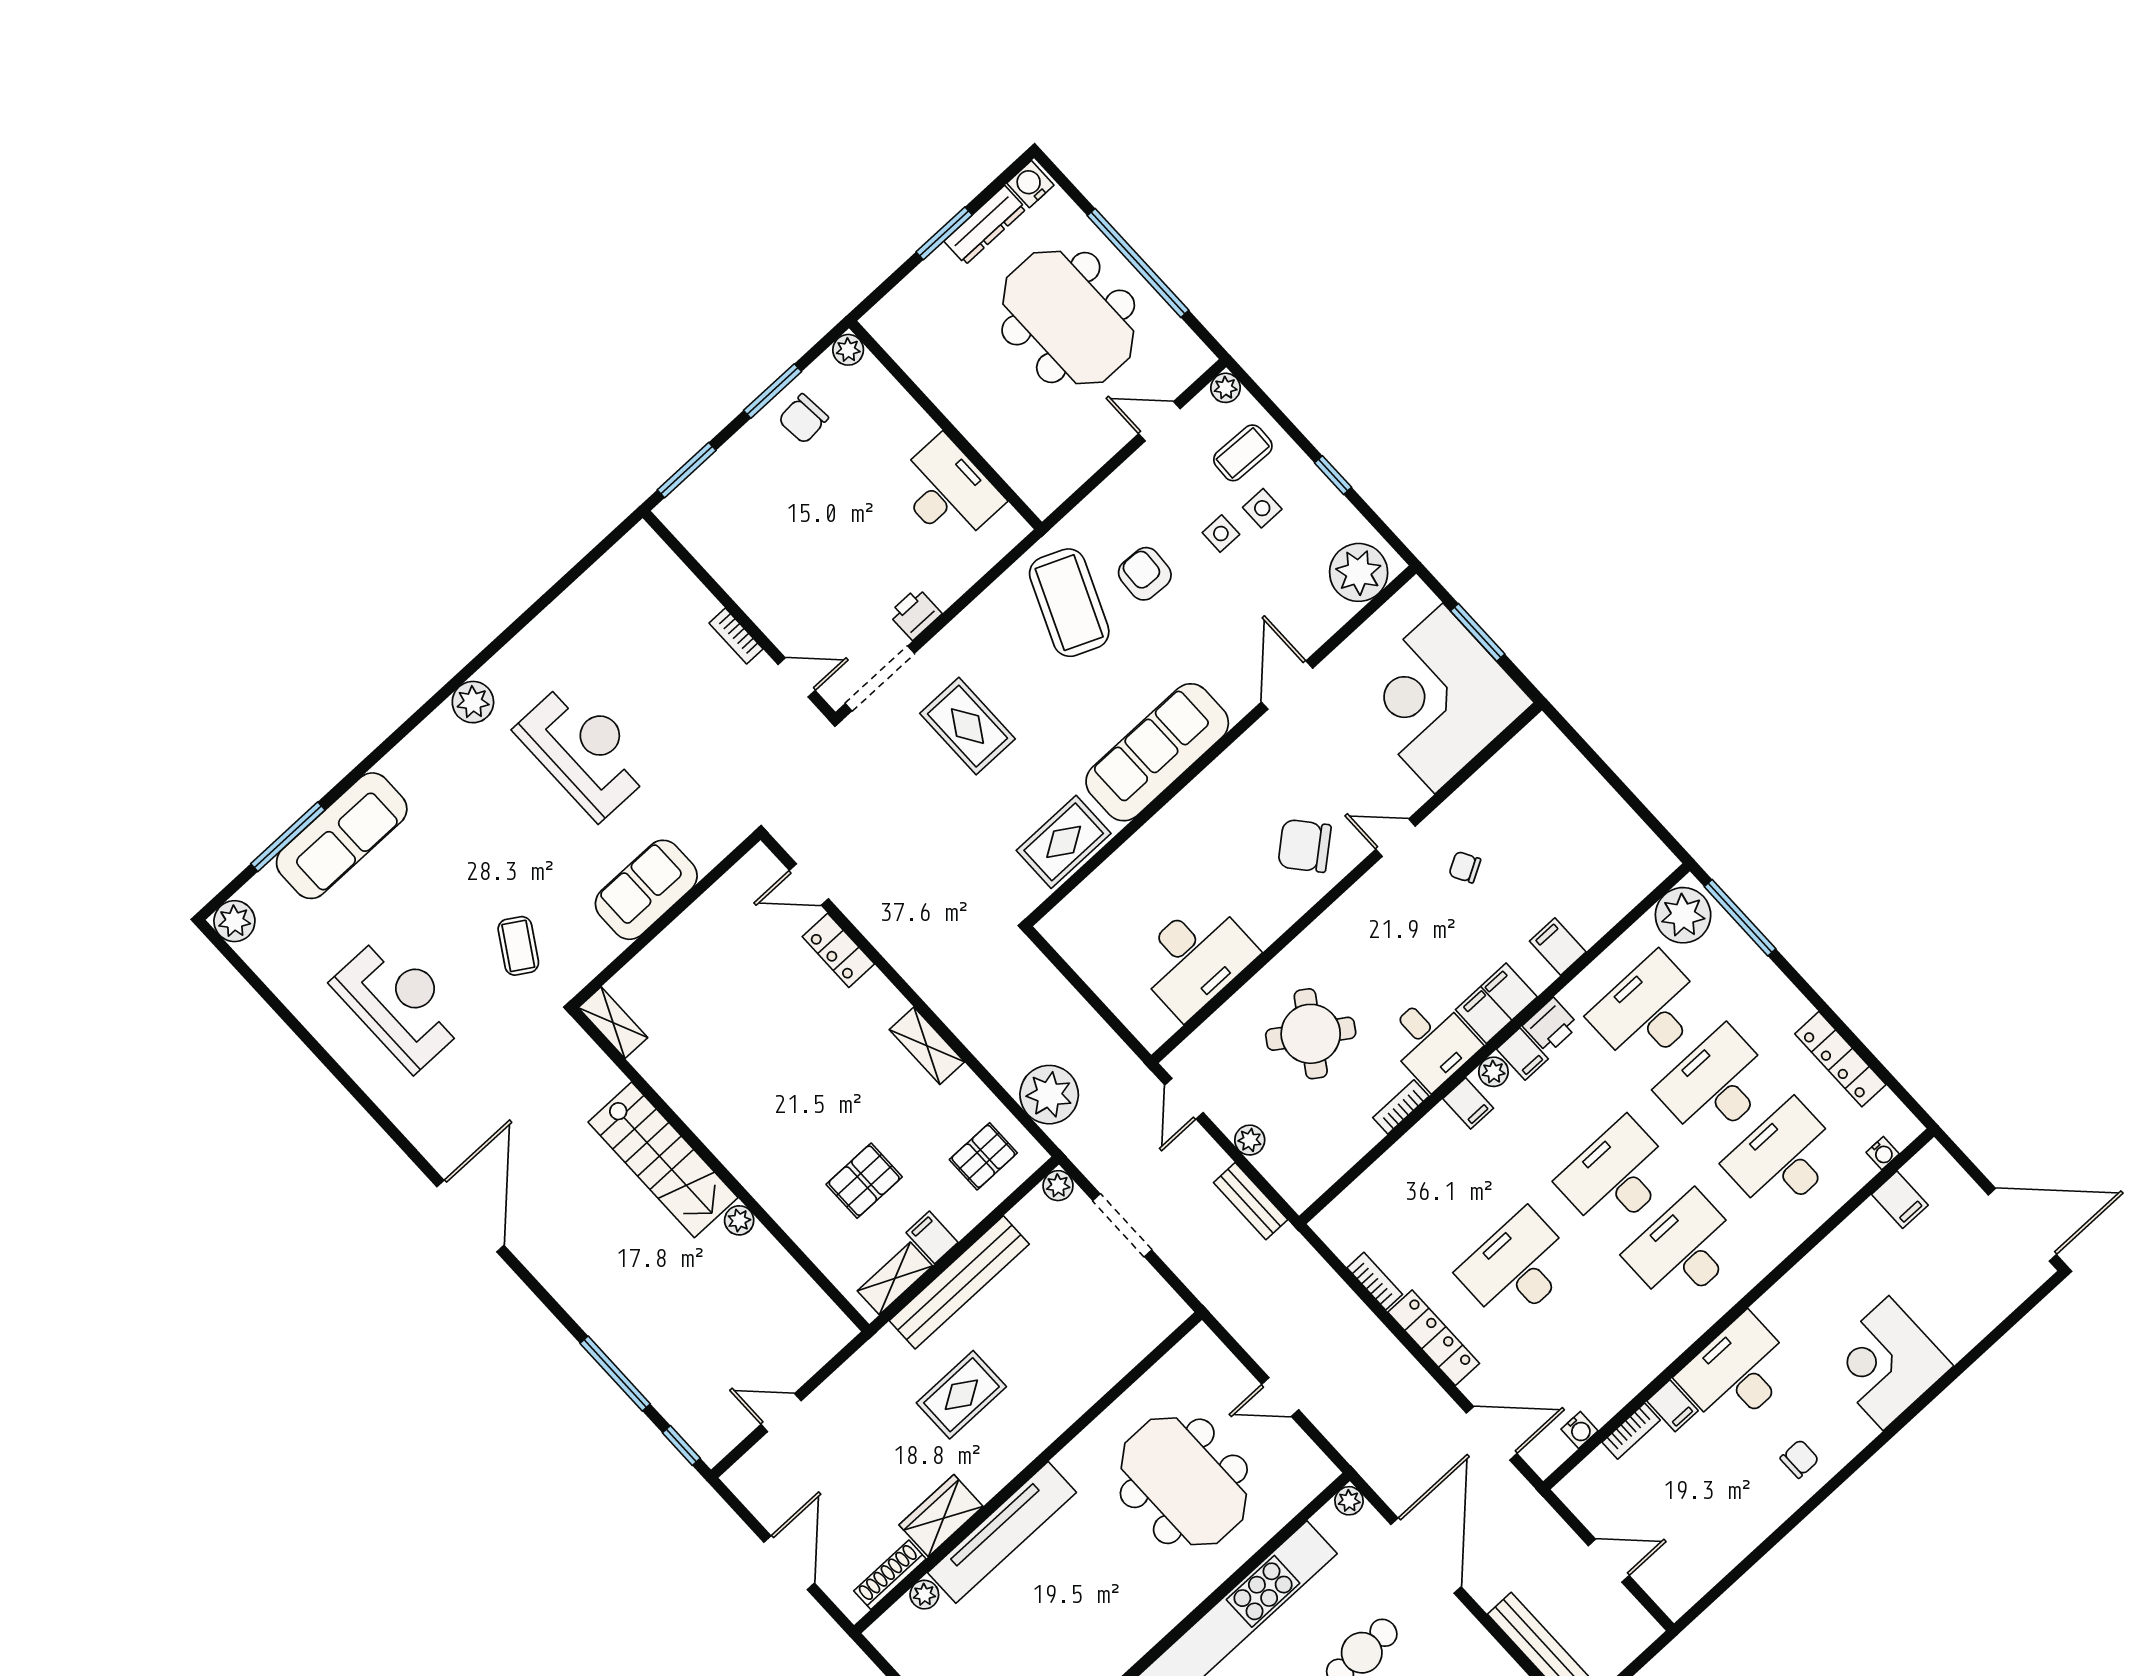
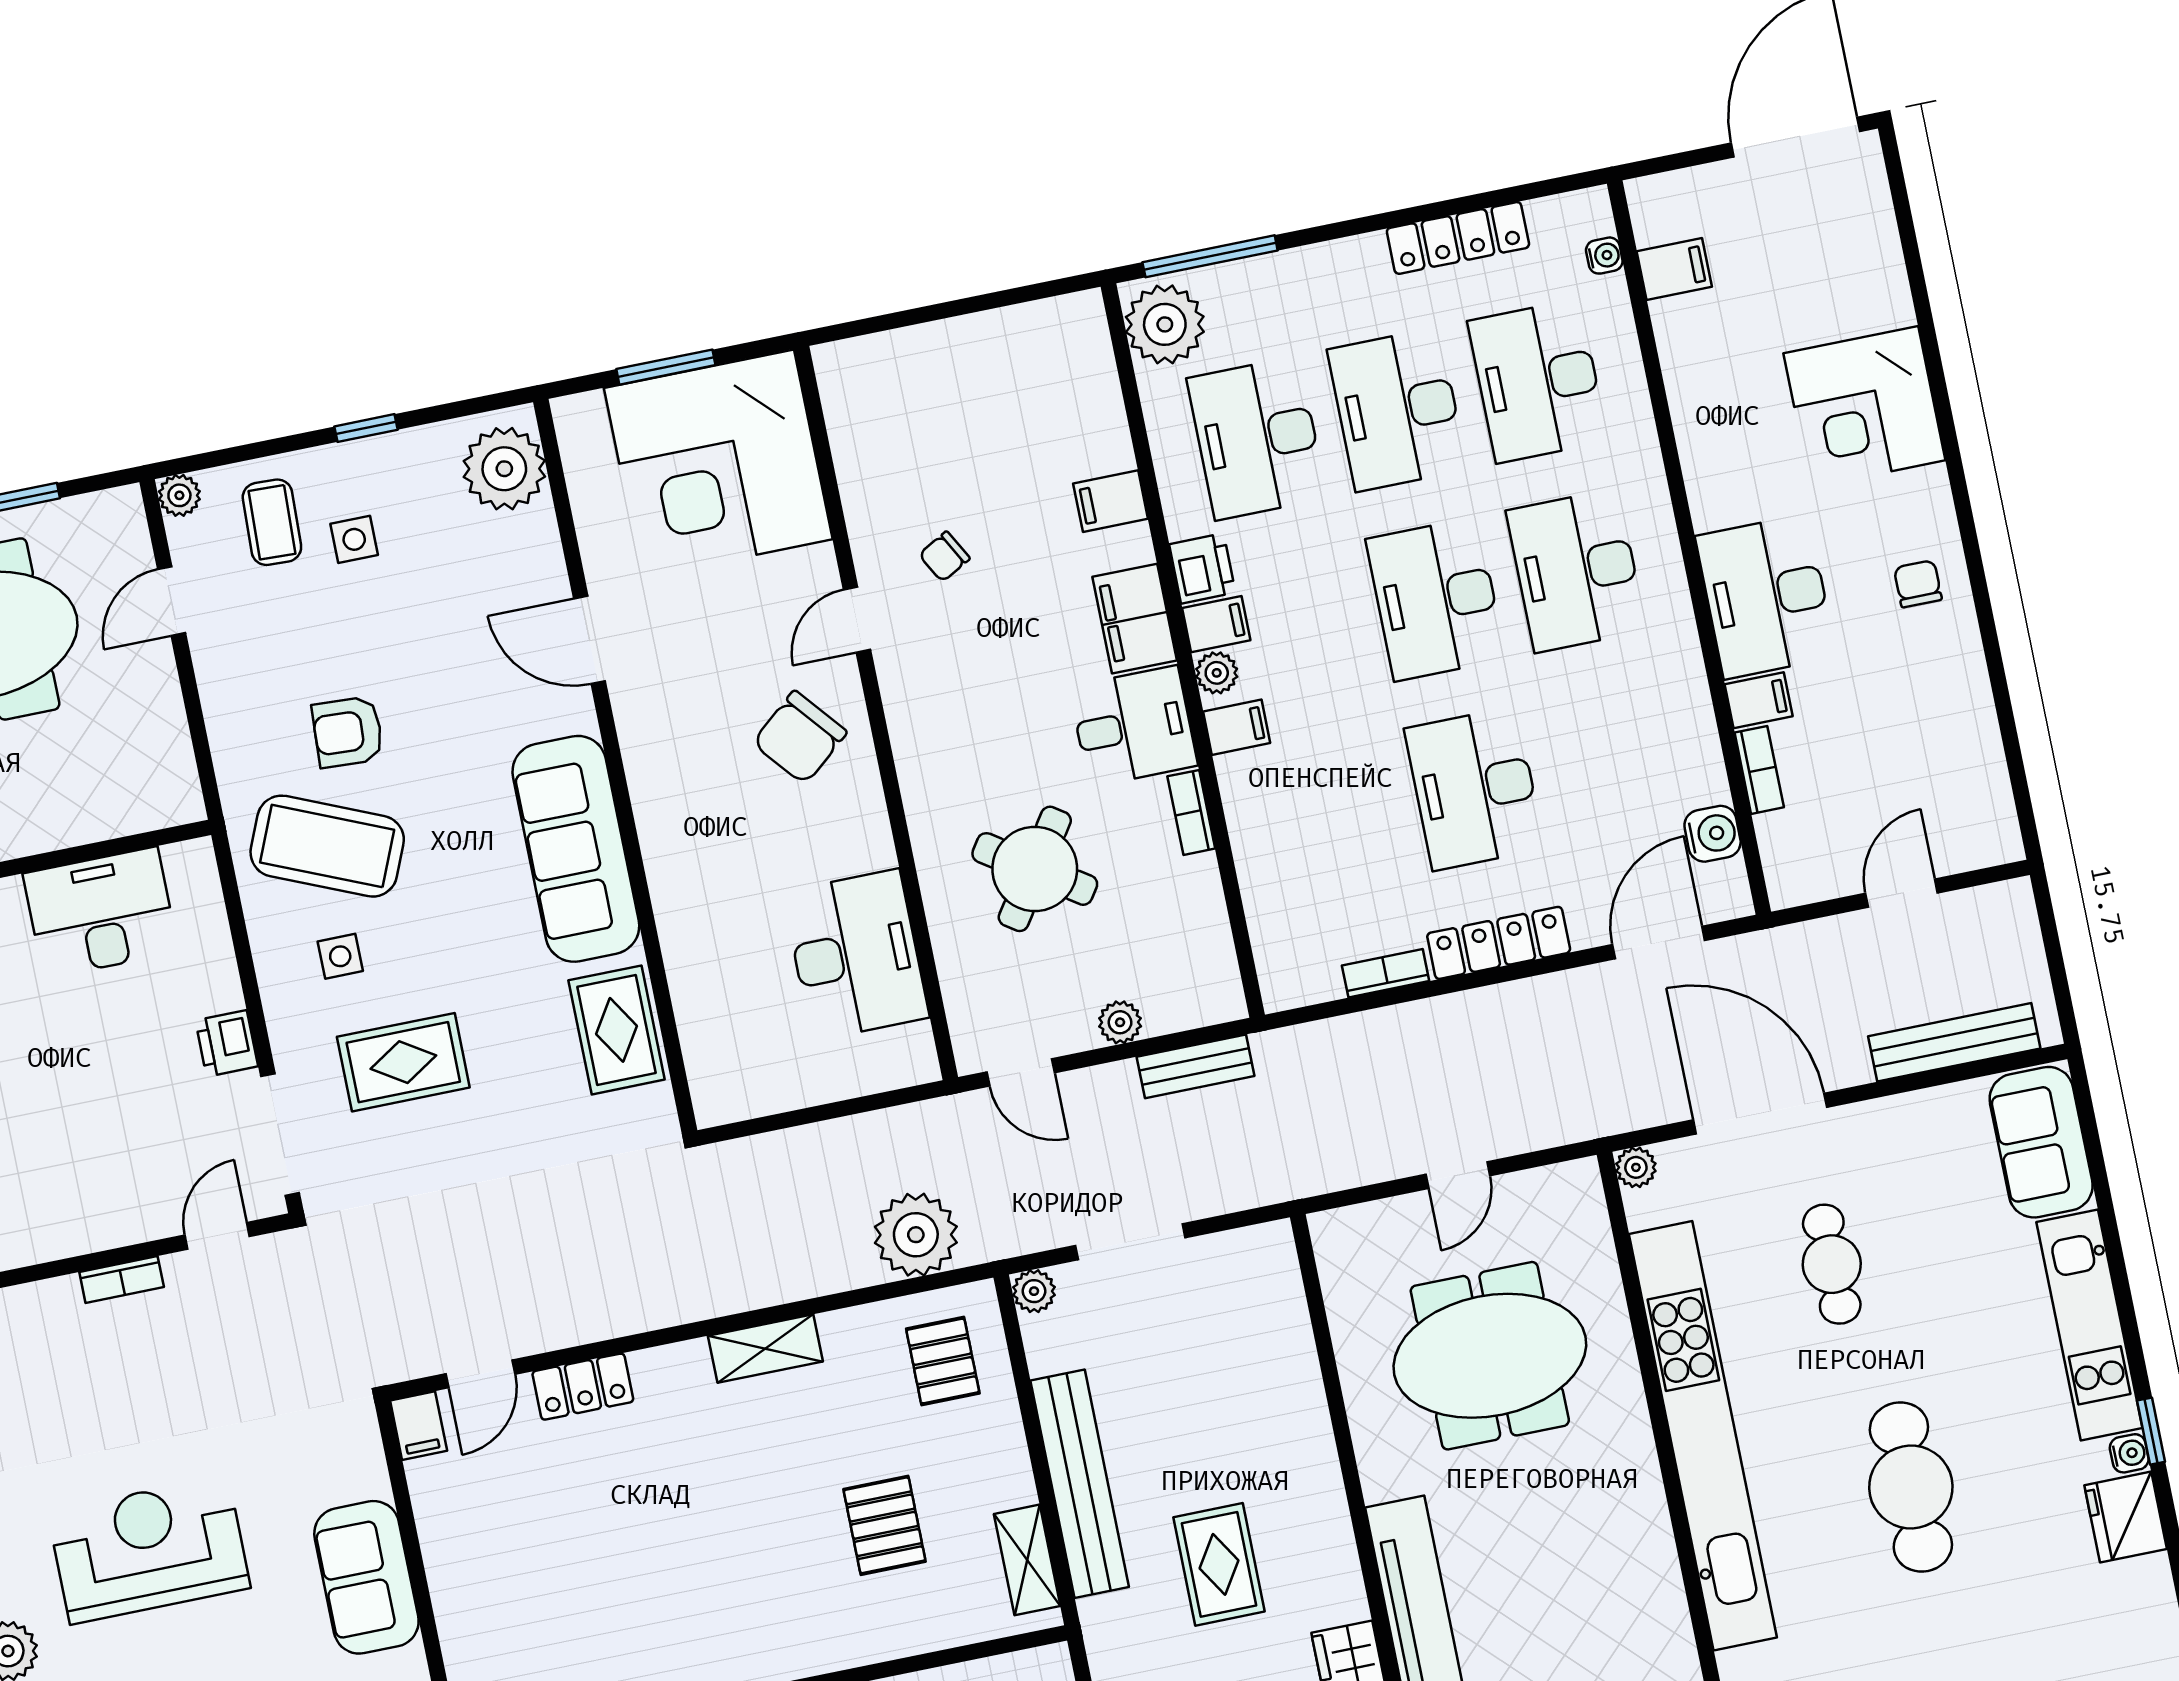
side table: (1221, 534) -> (340, 956), moved
filing cabinet: (932, 1237) -> (419, 1426), moved, turned -90
water cooler: (1579, 1430) -> (1713, 834), width x1.38, depth x1.38

